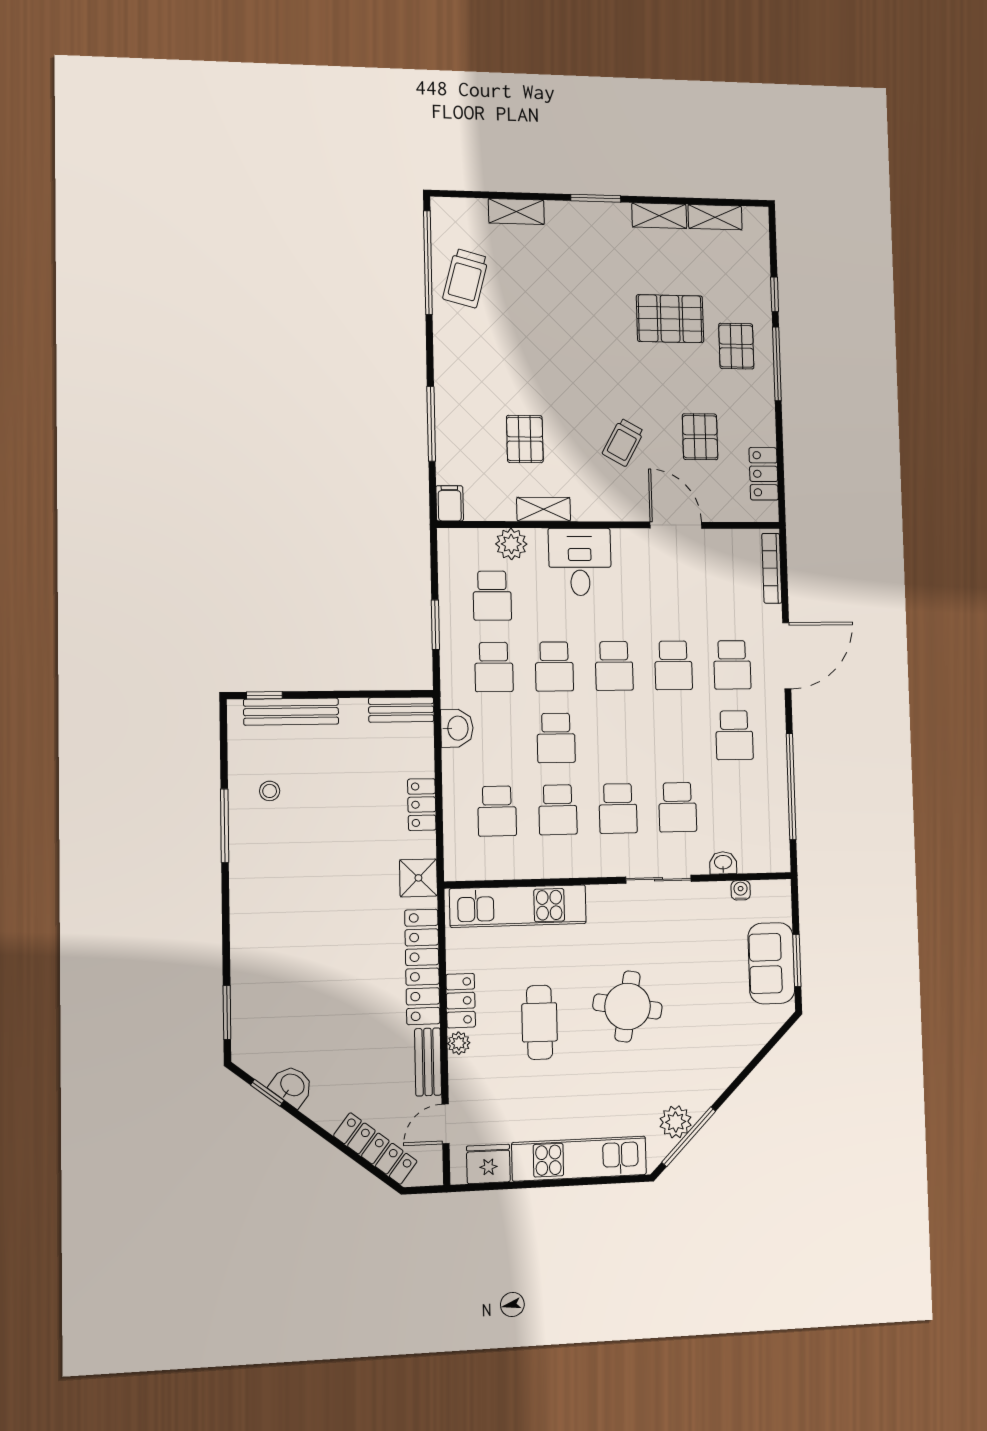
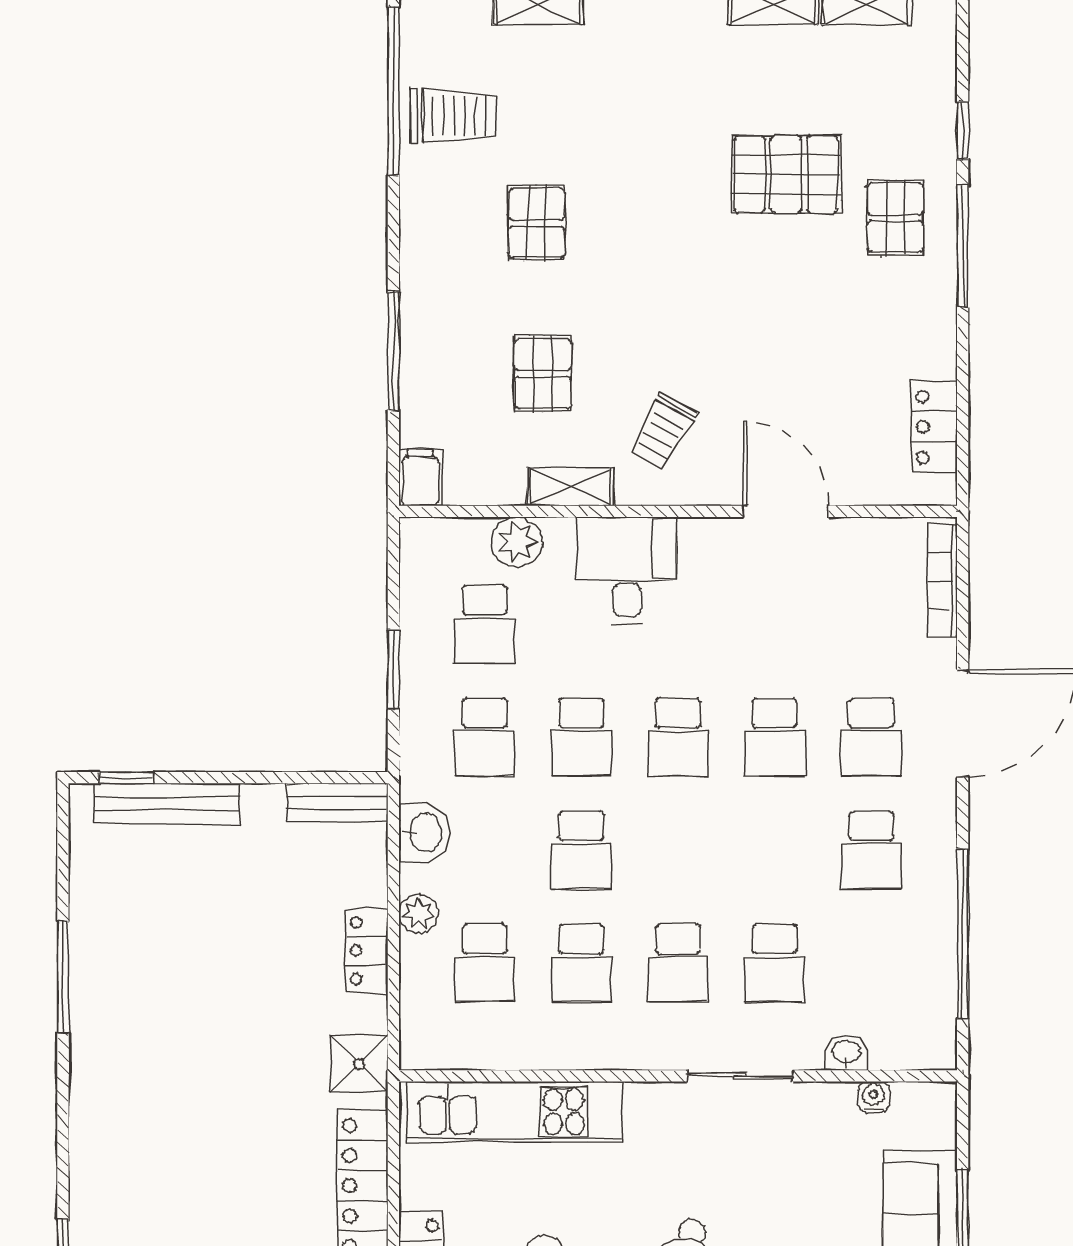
trolley: (466, 278) -> (453, 116), turned -105
pallet: (700, 437) -> (536, 223), moved
trolley: (623, 442) -> (663, 432), moved
plant: (454, 780) -> (418, 914), added
stool: (270, 791) -> (132, 925), removed

